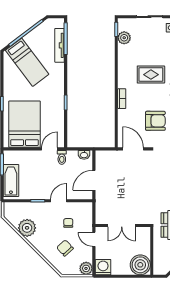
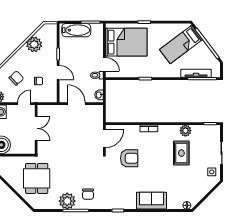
plant: (124, 38) -> (185, 131), moved
rug: (151, 75) -> (181, 153), moved
armchair: (155, 121) -> (129, 158), turned -90
double door: (122, 226) -> (36, 128), swing flipped

